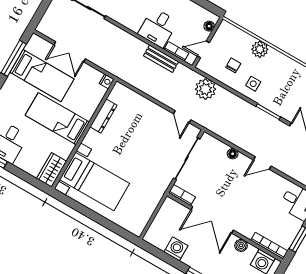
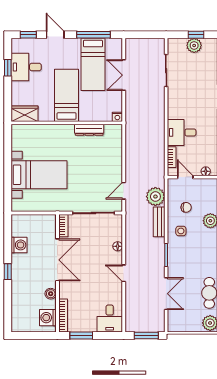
bench: (161, 59) -> (159, 222), moved
bed with nightstands: (95, 182) -> (39, 175), moved, turned -90
double door: (212, 220) -> (57, 260), swing flipped

